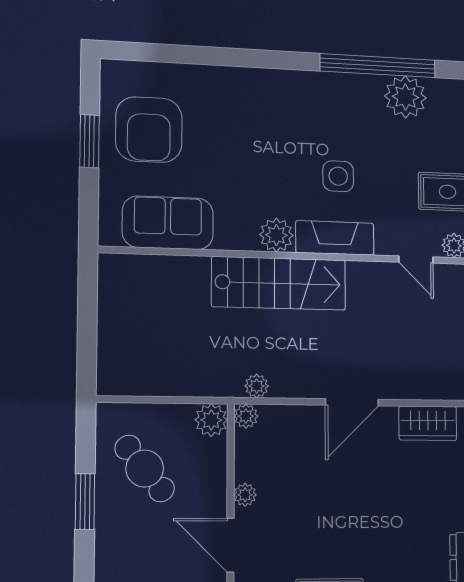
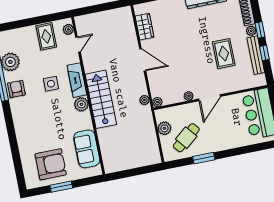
armchair: (342, 95) -> (16, 89), added
plant: (211, 420) -> (164, 128), moved

